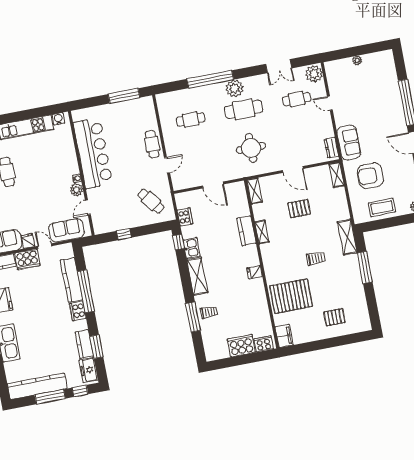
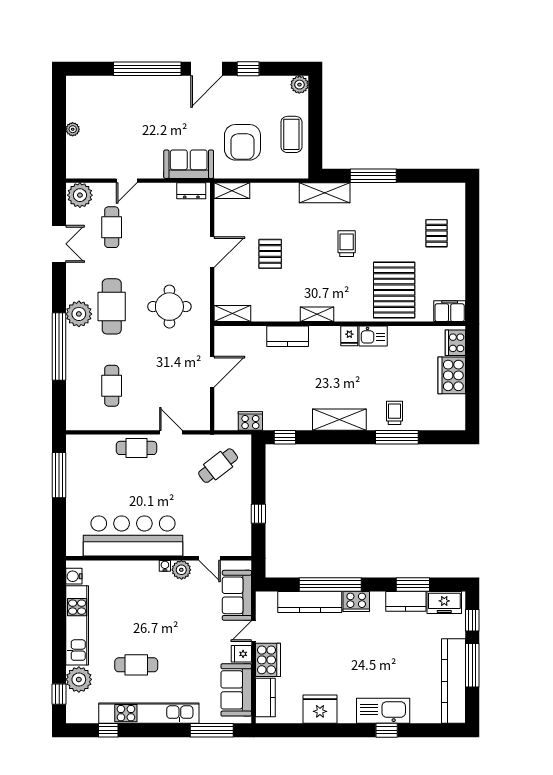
shelving: (262, 232) -> (317, 314), moved
kitchen sink: (191, 248) -> (373, 336), moved, turned 180

